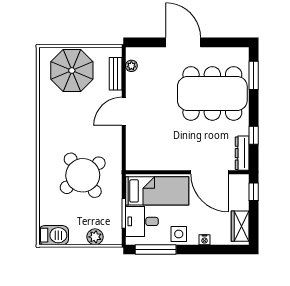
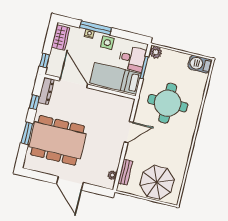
window: (254, 75) -> (27, 133), moved
door: (124, 111) -> (129, 132), moved
round table: (83, 175) -> (168, 103), turned 37
plant: (95, 237) -> (156, 52), moved
window: (156, 250) -> (96, 28), moved

